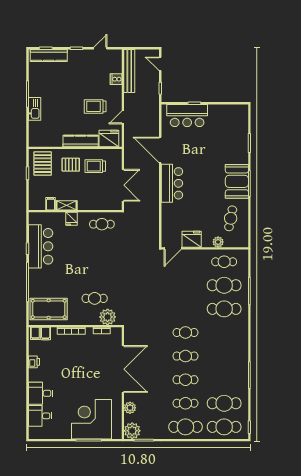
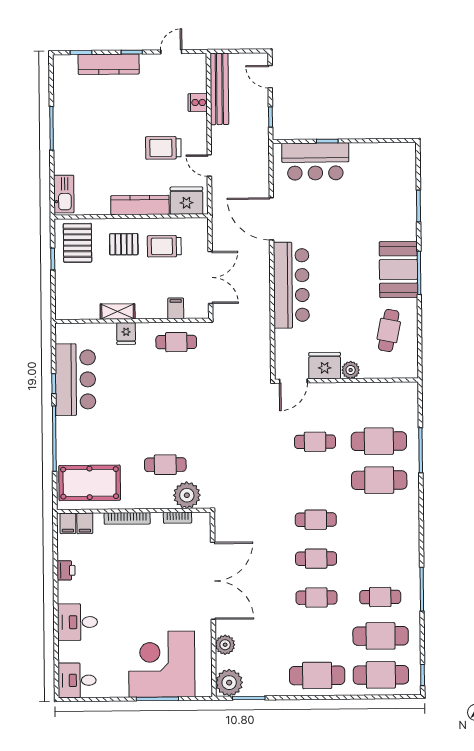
kitchen counter: (49, 55) -> (109, 64), moved
kitchen sink: (35, 109) -> (64, 194), moved
door: (123, 117) -> (209, 166), hinge flipped
bar counter: (172, 183) -> (291, 285), width x1.36
filing cabinet: (50, 204) -> (176, 308), moved
plant: (218, 242) -> (351, 370), moved
cafe table: (224, 262) -> (315, 442), moved
cafe table: (185, 403) -> (380, 597), moved
desk: (40, 416) -> (77, 680), moved

